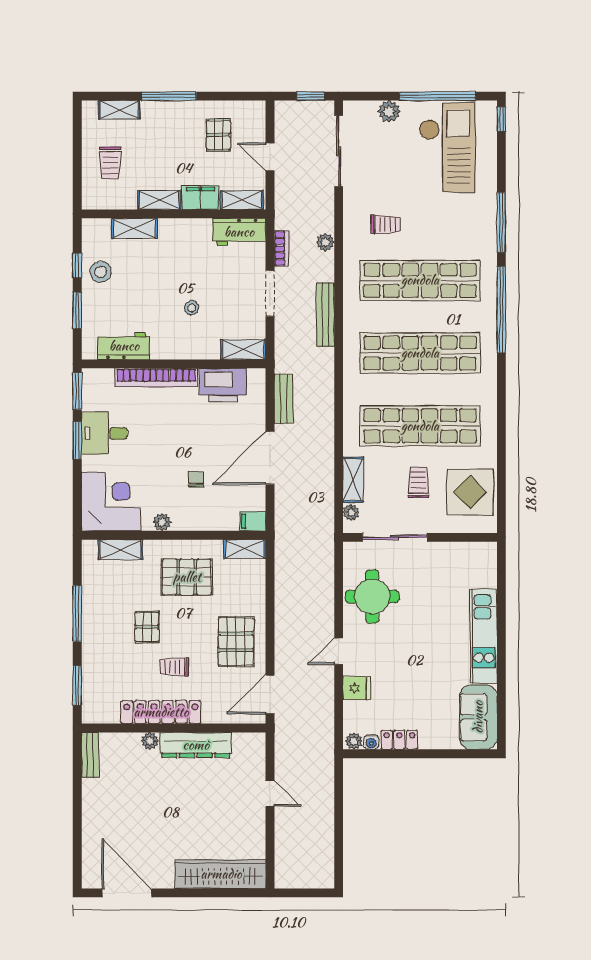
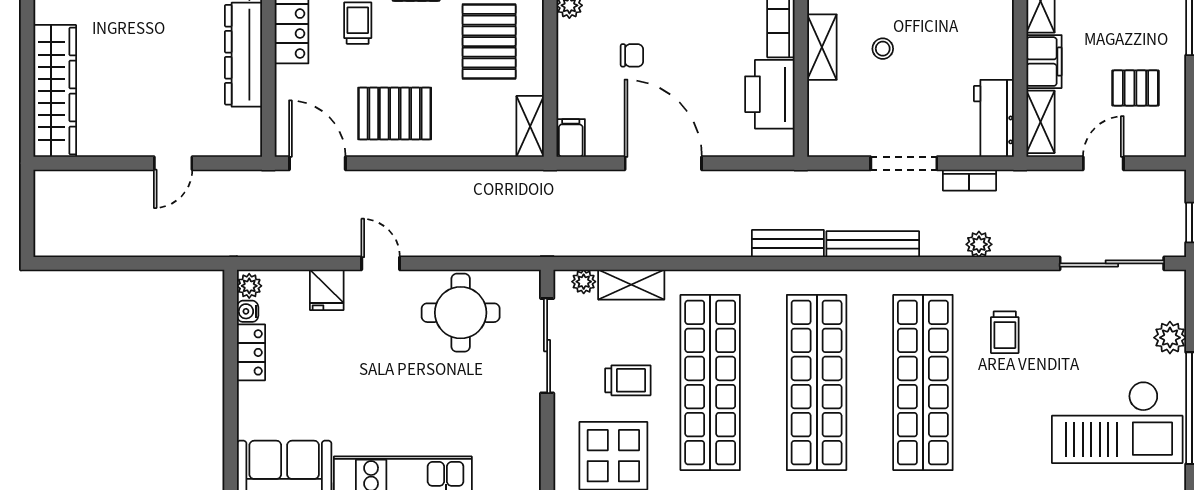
shelving: (243, 349) -> (822, 47), moved
bench: (284, 399) -> (788, 243), moved

